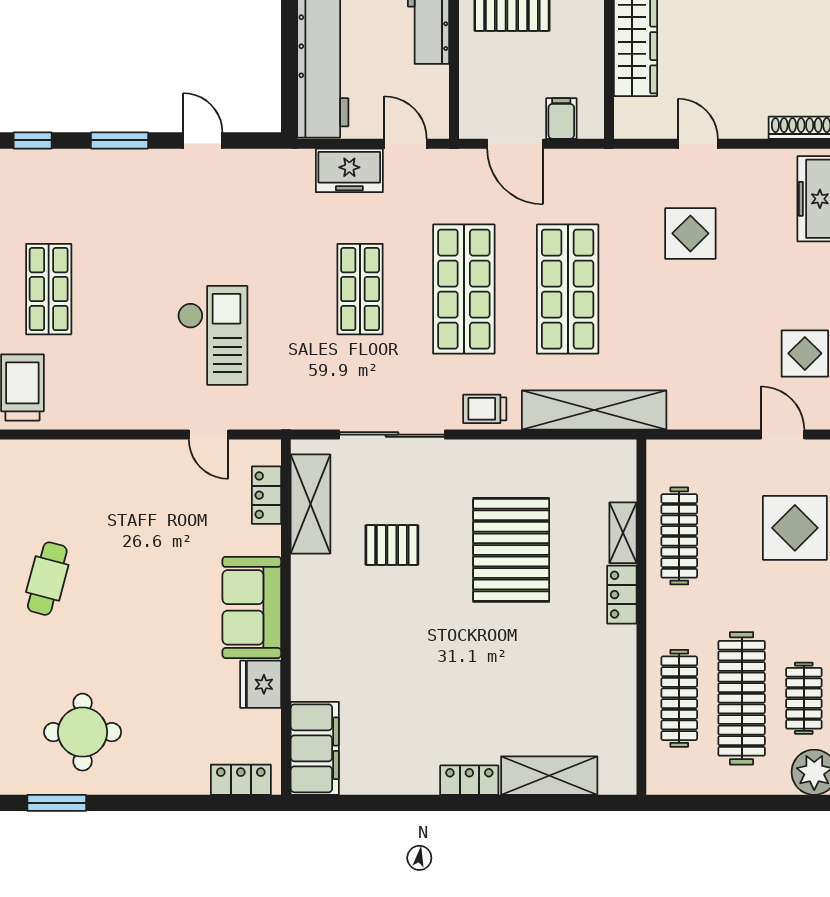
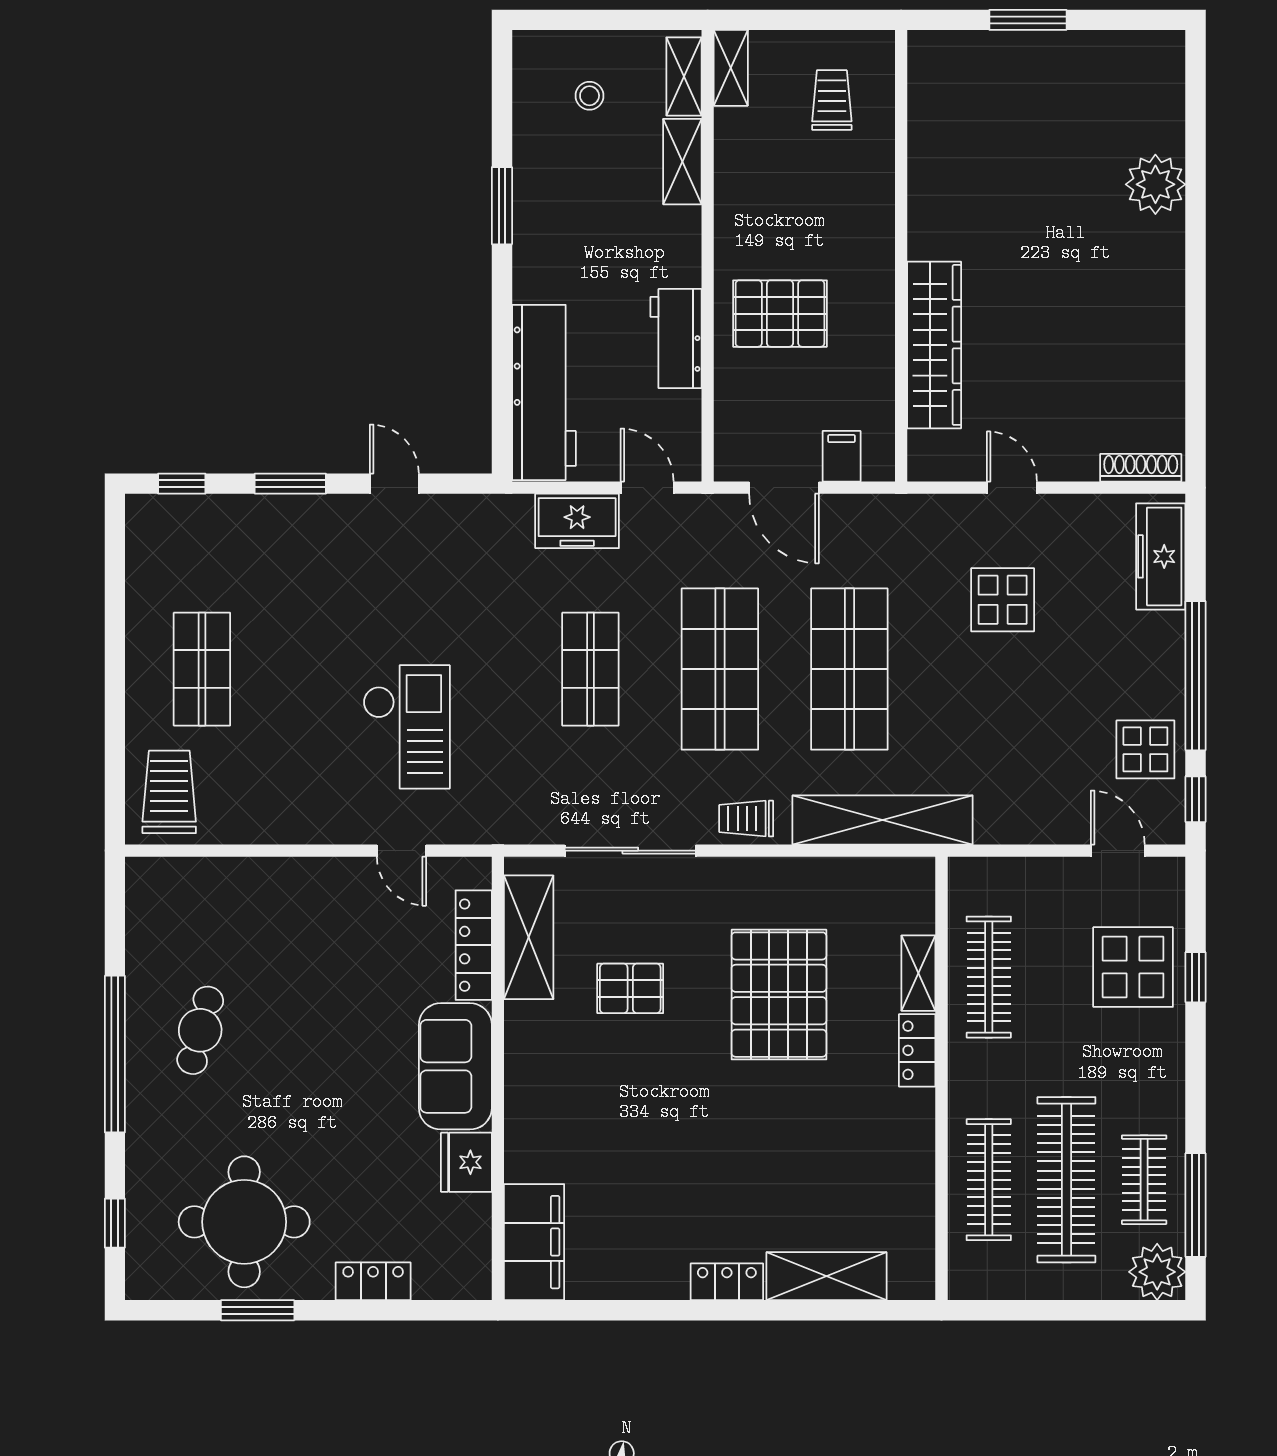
locker: (266, 495) -> (474, 945), width x1.53
round table: (83, 732) -> (244, 1222), width x1.36, depth x1.36
locker: (241, 780) -> (373, 1281), moved
window: (57, 803) -> (258, 1310), moved

